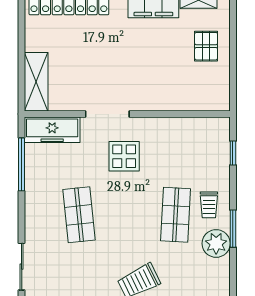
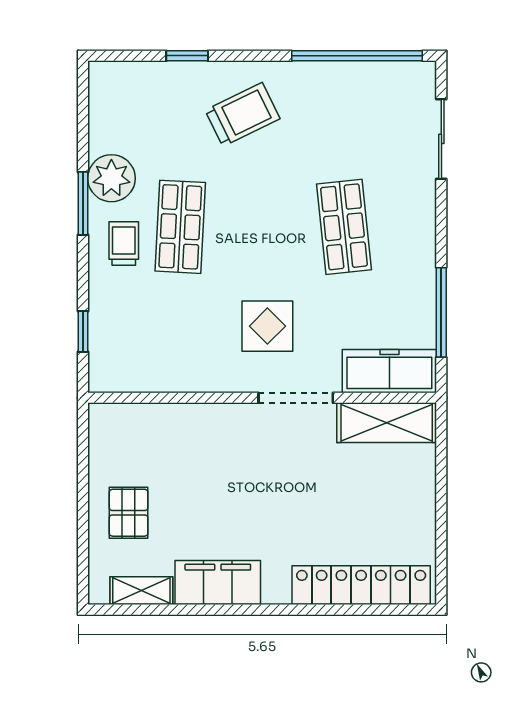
shelving: (36, 82) -> (387, 423), moved, turned 90

